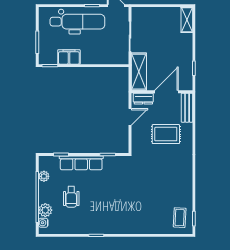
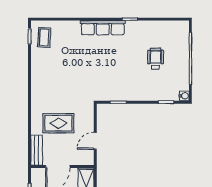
dresser: (143, 99) -> (82, 160), removed
row of seats: (81, 163) -> (103, 28), moved, turned 180
plant: (44, 176) -> (184, 80), removed
plant: (45, 210) -> (182, 45), removed
water cooler: (43, 223) -> (184, 96), moved

